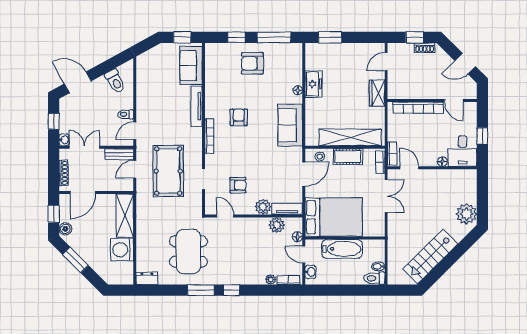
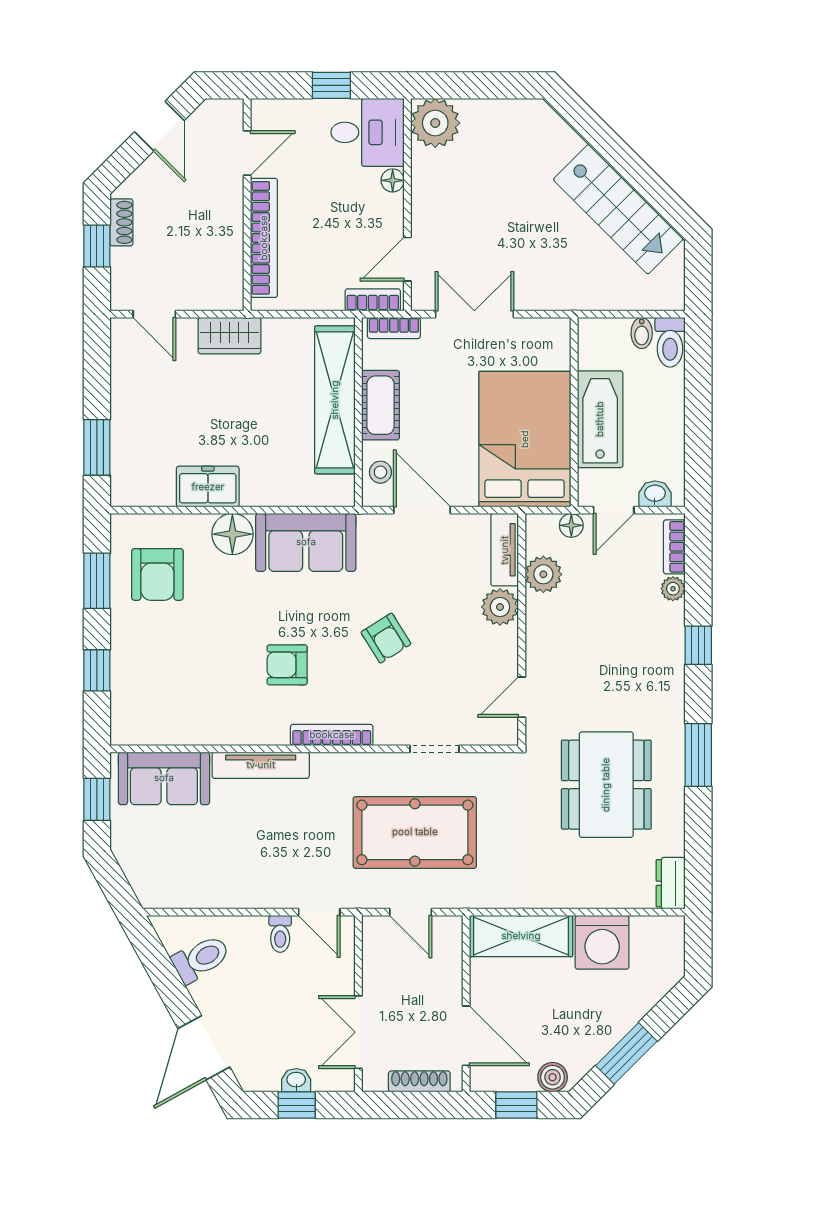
window: (274, 37) -> (97, 581), width x0.69
armchair: (252, 63) -> (157, 574), moved
floor lamp: (298, 90) -> (232, 534), width x1.89, depth x1.89
washbasin: (64, 140) -> (296, 1080), moved
bench: (119, 154) -> (374, 949), removed
armchair: (238, 185) -> (386, 638), moved, turned 148
plant: (466, 214) -> (435, 123), moved
dining table: (188, 251) -> (606, 785), turned 90
window: (231, 290) -> (698, 645), moved

